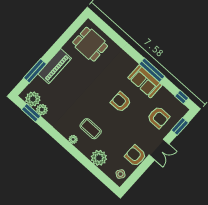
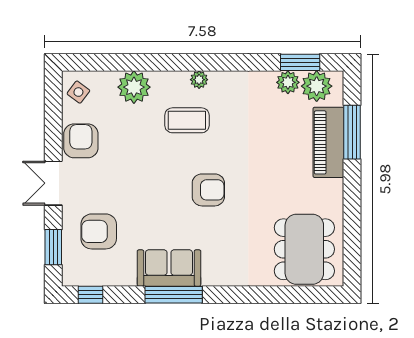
dining table: (90, 44) -> (304, 249), width x1.38
piano: (55, 66) -> (328, 142), moved
armchair: (121, 102) -> (208, 190), moved
armchair: (135, 156) -> (81, 141), turned -90

